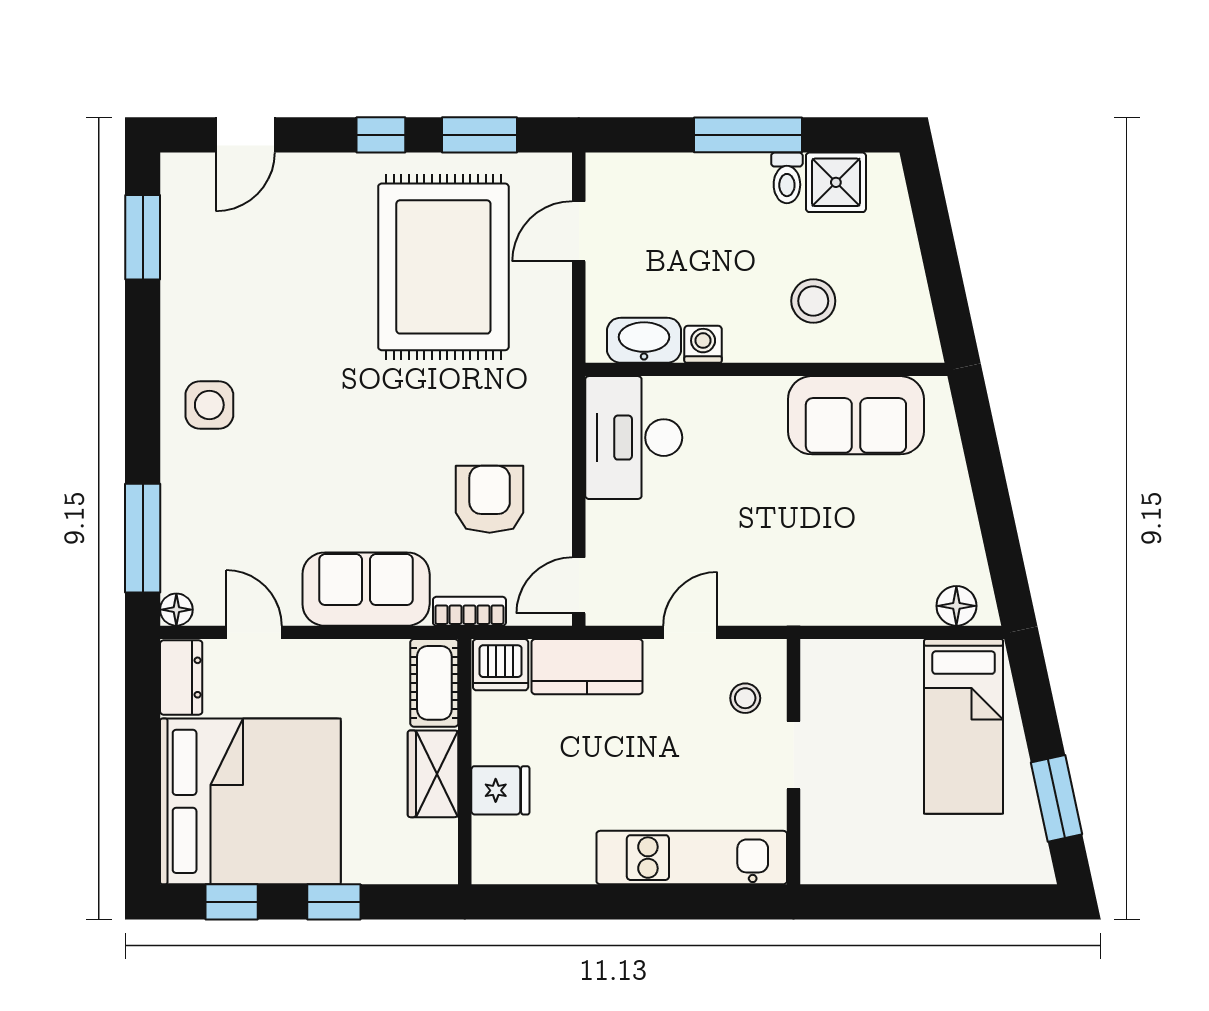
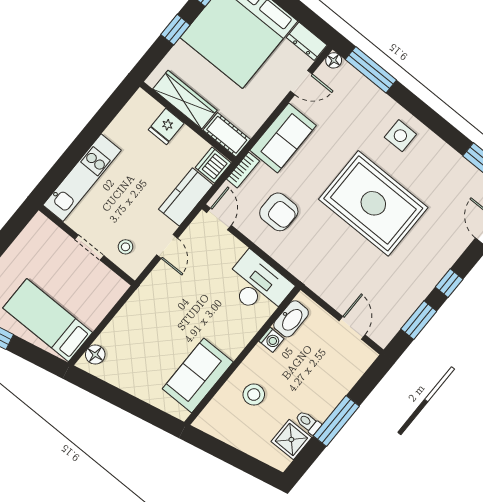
rug: (443, 267) -> (373, 203), moved
wardrobe: (433, 774) -> (185, 100), width x1.50

